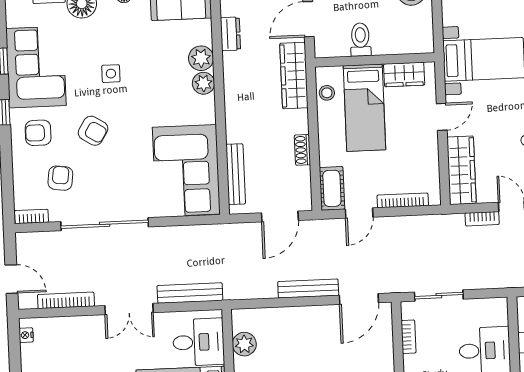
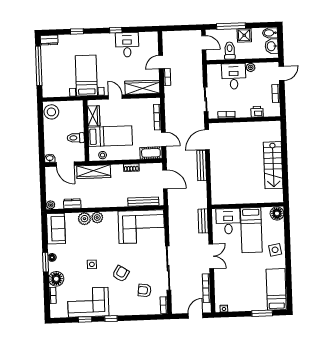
armchair: (38, 133) -> (122, 301), removed
bench: (190, 293) -> (203, 221), width x0.73
door: (359, 299) -> (207, 140), swing flipped
plant: (244, 344) -> (229, 198), removed

